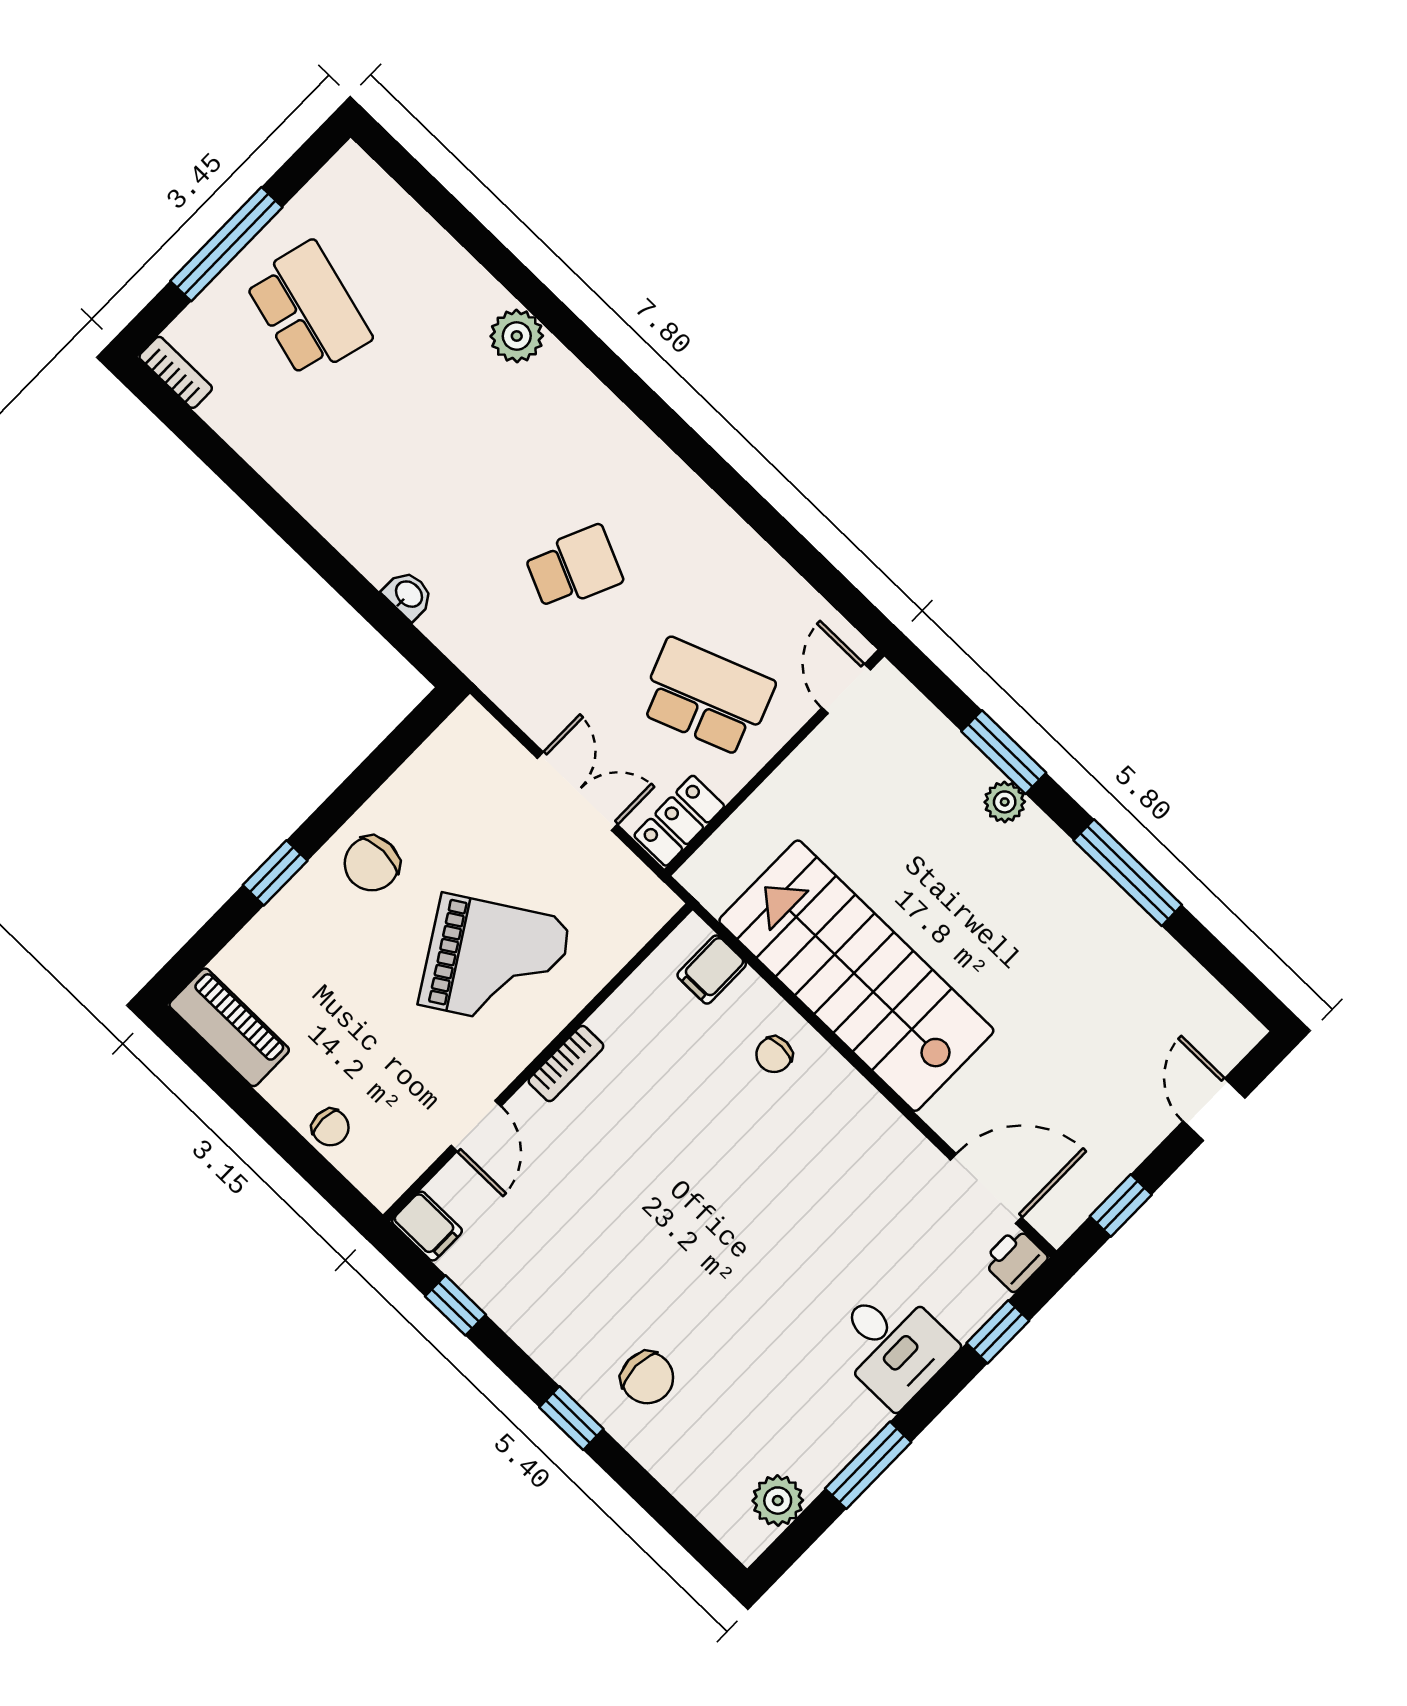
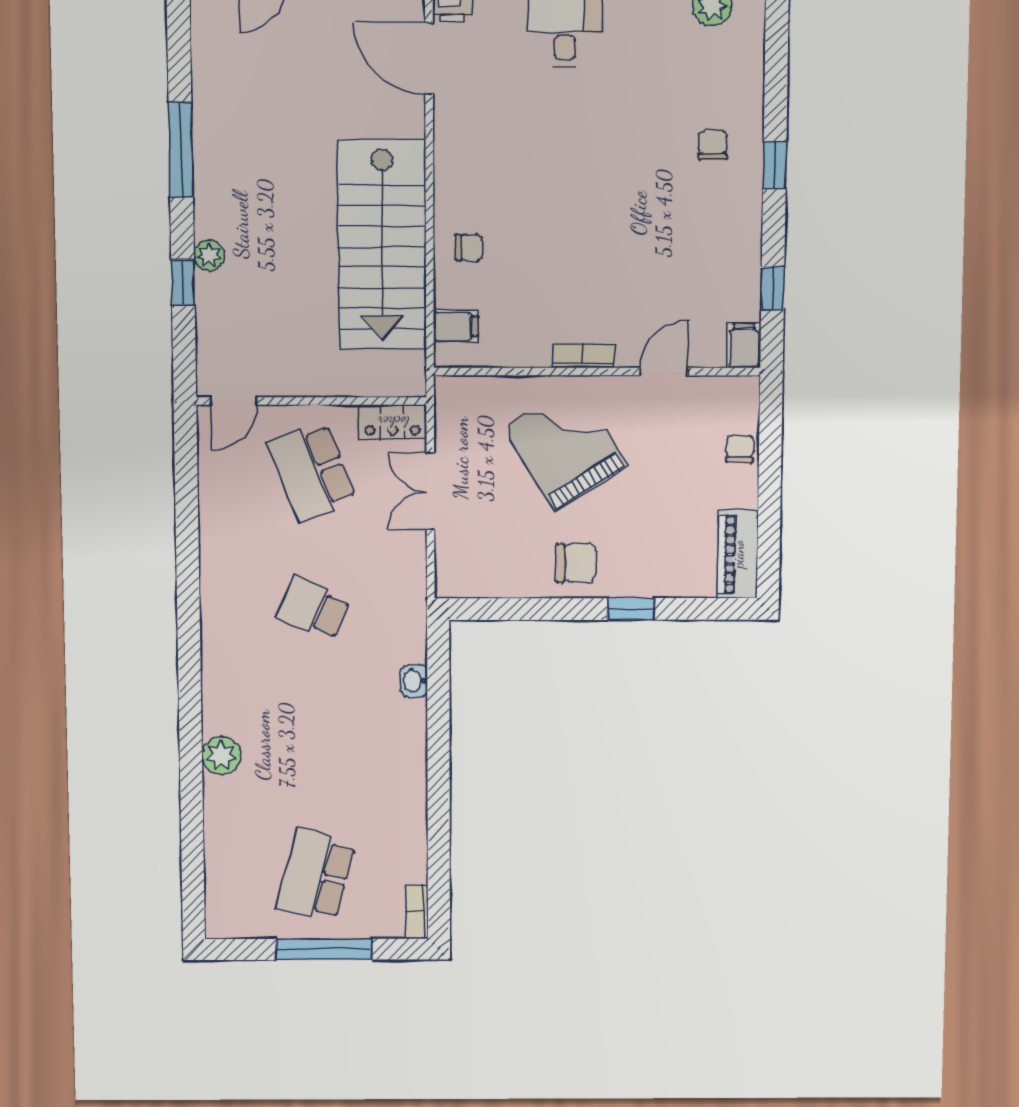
window: (1004, 752) -> (183, 282), width x0.67
chair: (647, 1378) -> (713, 145), width x0.73, depth x0.73

